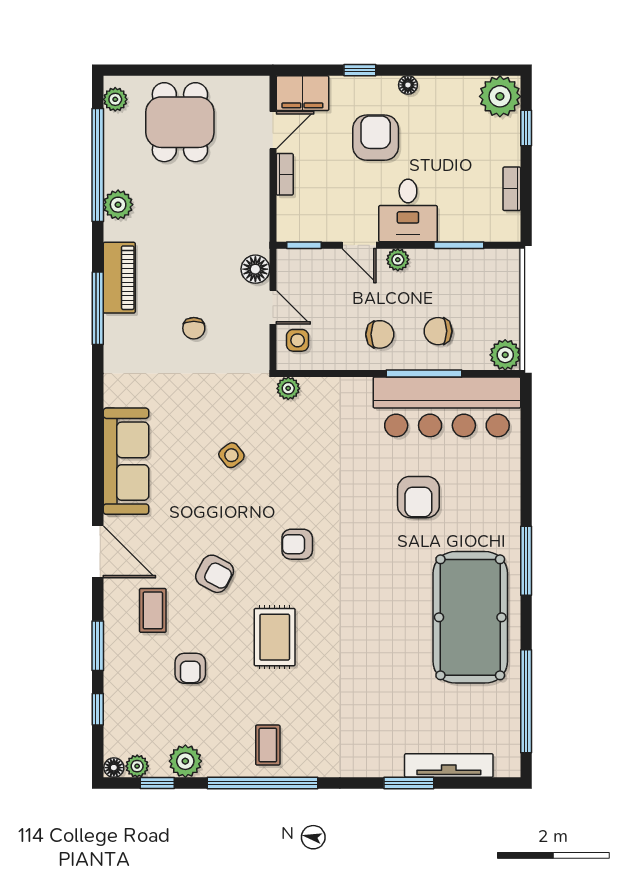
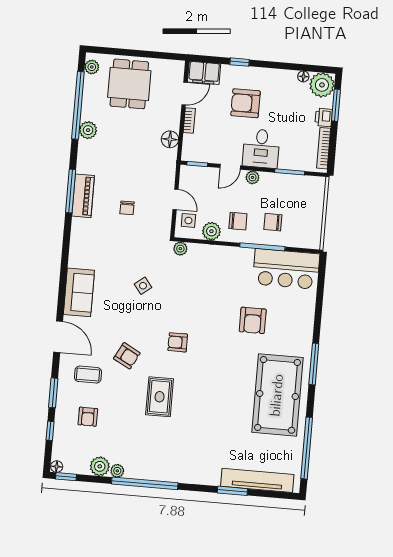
floor lamp: (408, 85) -> (303, 76), moved
window: (526, 128) -> (336, 105), width x1.50
armchair: (376, 138) -> (246, 103), turned -90
printer: (507, 150) -> (324, 117), added
bookcase: (512, 189) -> (324, 148), width x1.56
door: (359, 245) -> (230, 167), hinge flipped
floor lamp: (255, 269) -> (170, 139), moved
piano: (119, 278) -> (83, 196), moved
plant: (505, 355) -> (211, 231), moved
bar counter: (447, 407) -> (286, 269), width x0.73
sofa: (126, 461) -> (79, 292), width x0.73
coffee table: (153, 610) -> (88, 375), turned 90
armchair: (190, 668) -> (88, 417), moved
coffee table: (268, 745) -> (150, 461), removed
tv unit: (449, 765) -> (257, 480), width x1.36, depth x1.29
plant: (137, 766) -> (117, 471), moved
window: (157, 783) -> (66, 477), moved

